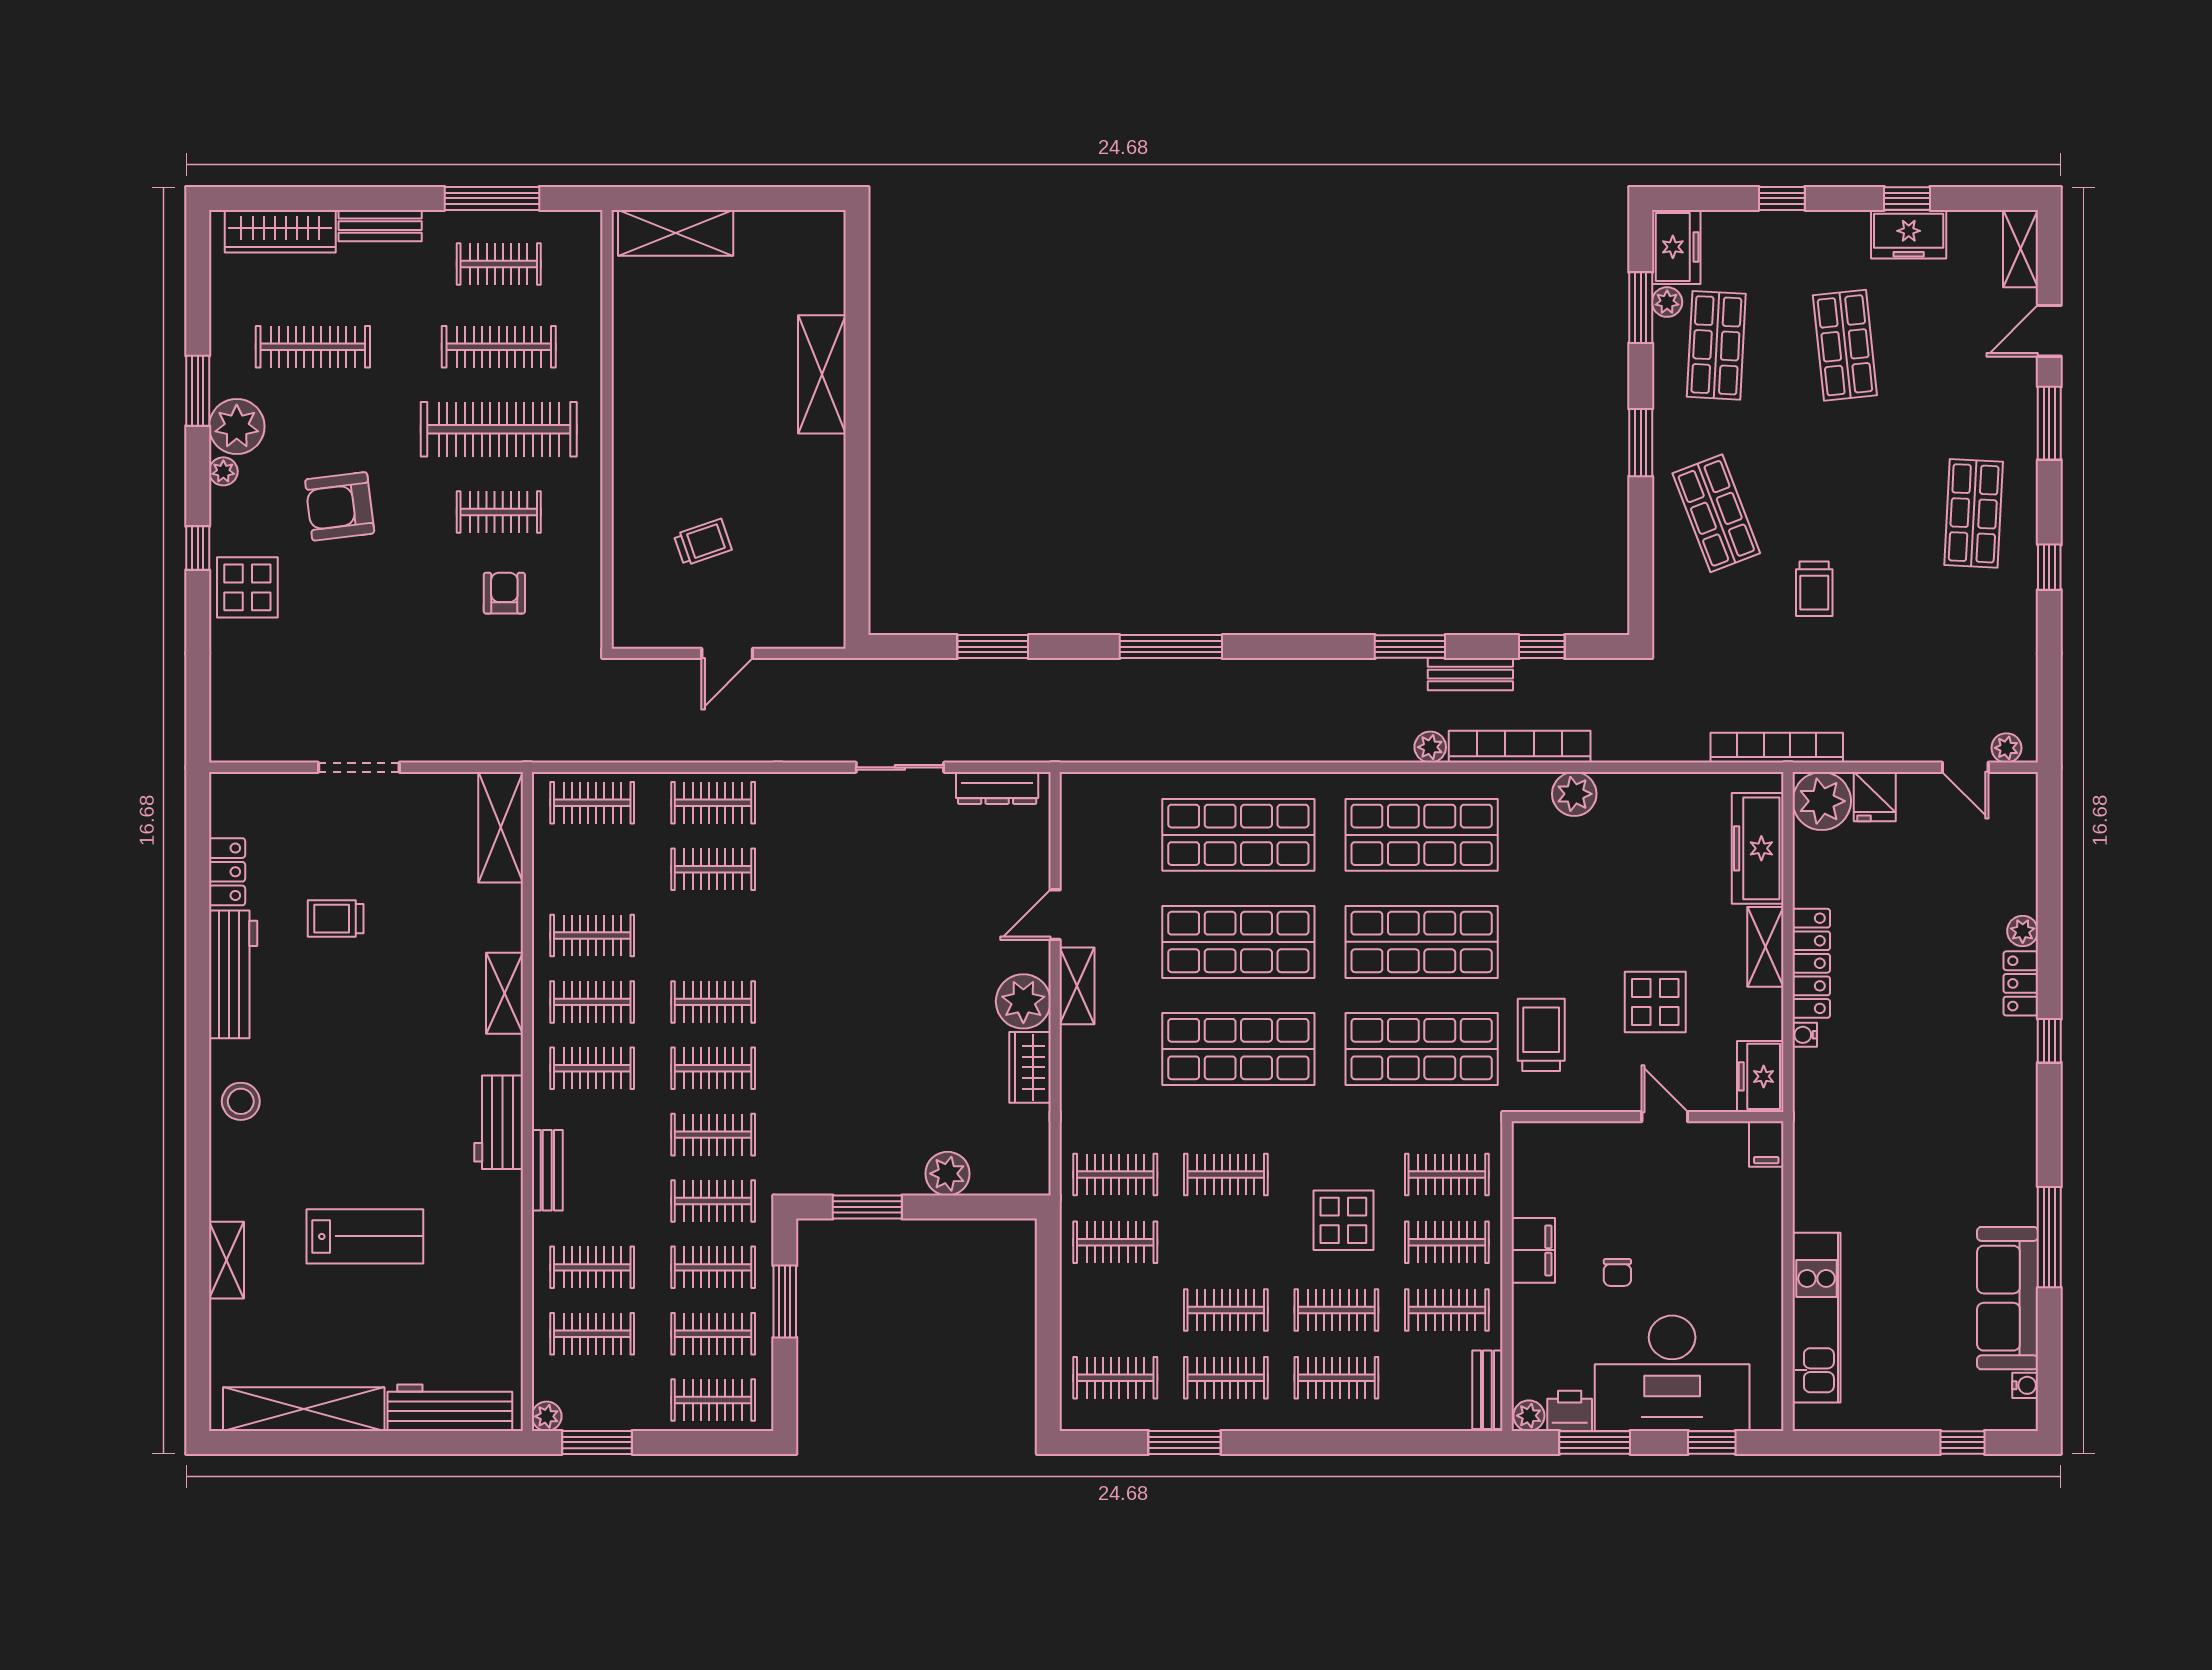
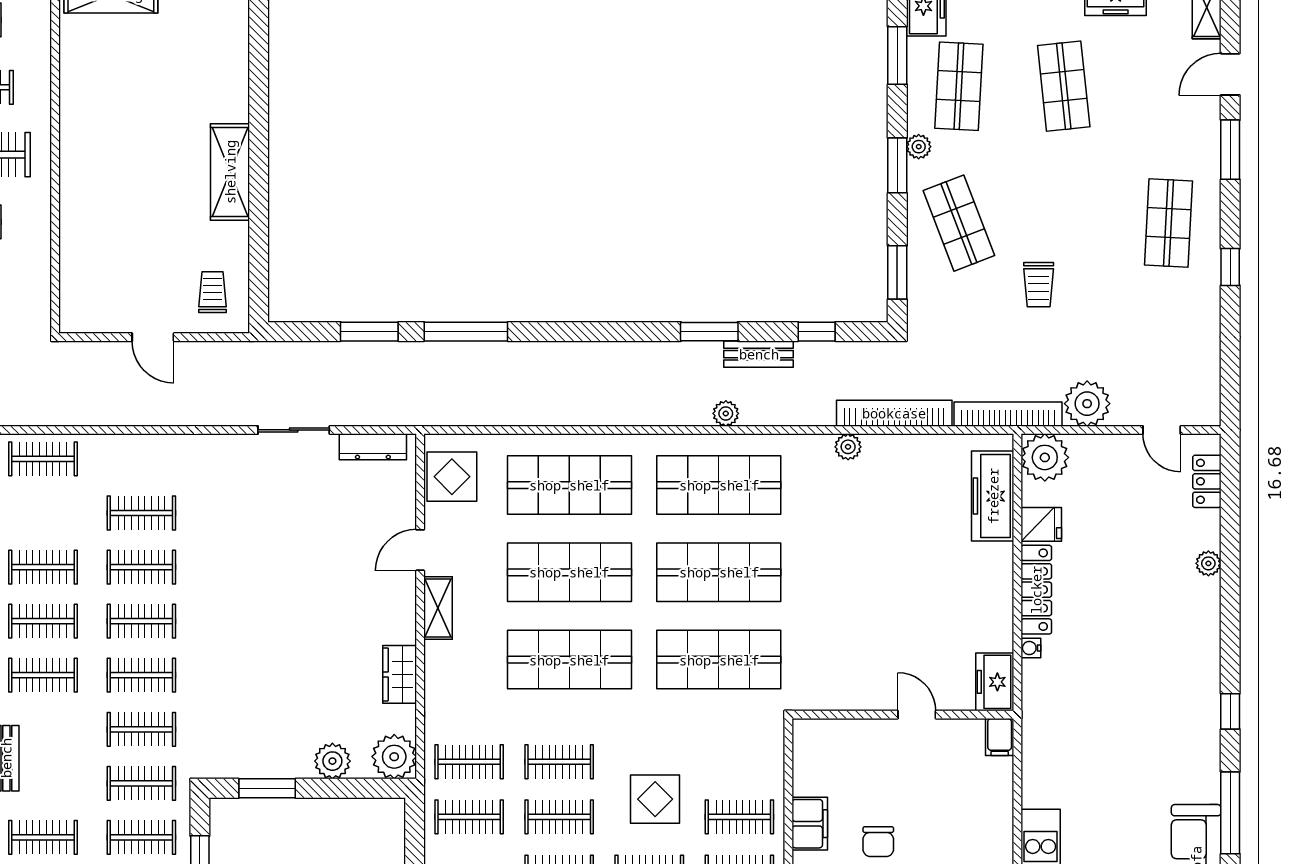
plant: (1667, 302) -> (919, 147), moved
shelving: (822, 374) -> (230, 172), moved
trolley: (703, 542) -> (213, 292), moved, turned -71
window: (1641, 574) -> (897, 272), added
window: (1171, 647) -> (466, 332), moved
door: (727, 653) -> (153, 337), hinge flipped
bookcase: (1520, 747) -> (894, 413), moved
plant: (2006, 748) -> (1087, 404), moved, width x1.88, depth x1.88
plant: (1574, 794) -> (848, 447), width x0.73, depth x0.73
fridge: (1875, 797) -> (1041, 524), moved, turned -90
clothes rail: (713, 803) -> (141, 567), moved
shelving: (1765, 947) -> (999, 576), removed
locker: (2021, 983) -> (1207, 481), moved
plant: (1023, 1001) -> (394, 757), moved
display table: (1655, 1002) -> (452, 477), moved
trolley: (1541, 1035) -> (816, 648), removed
window: (2049, 1041) -> (1230, 711), moved
clothes rail: (1447, 1174) -> (559, 817), moved
chair: (1617, 1273) -> (878, 842), width x1.37, depth x1.37

